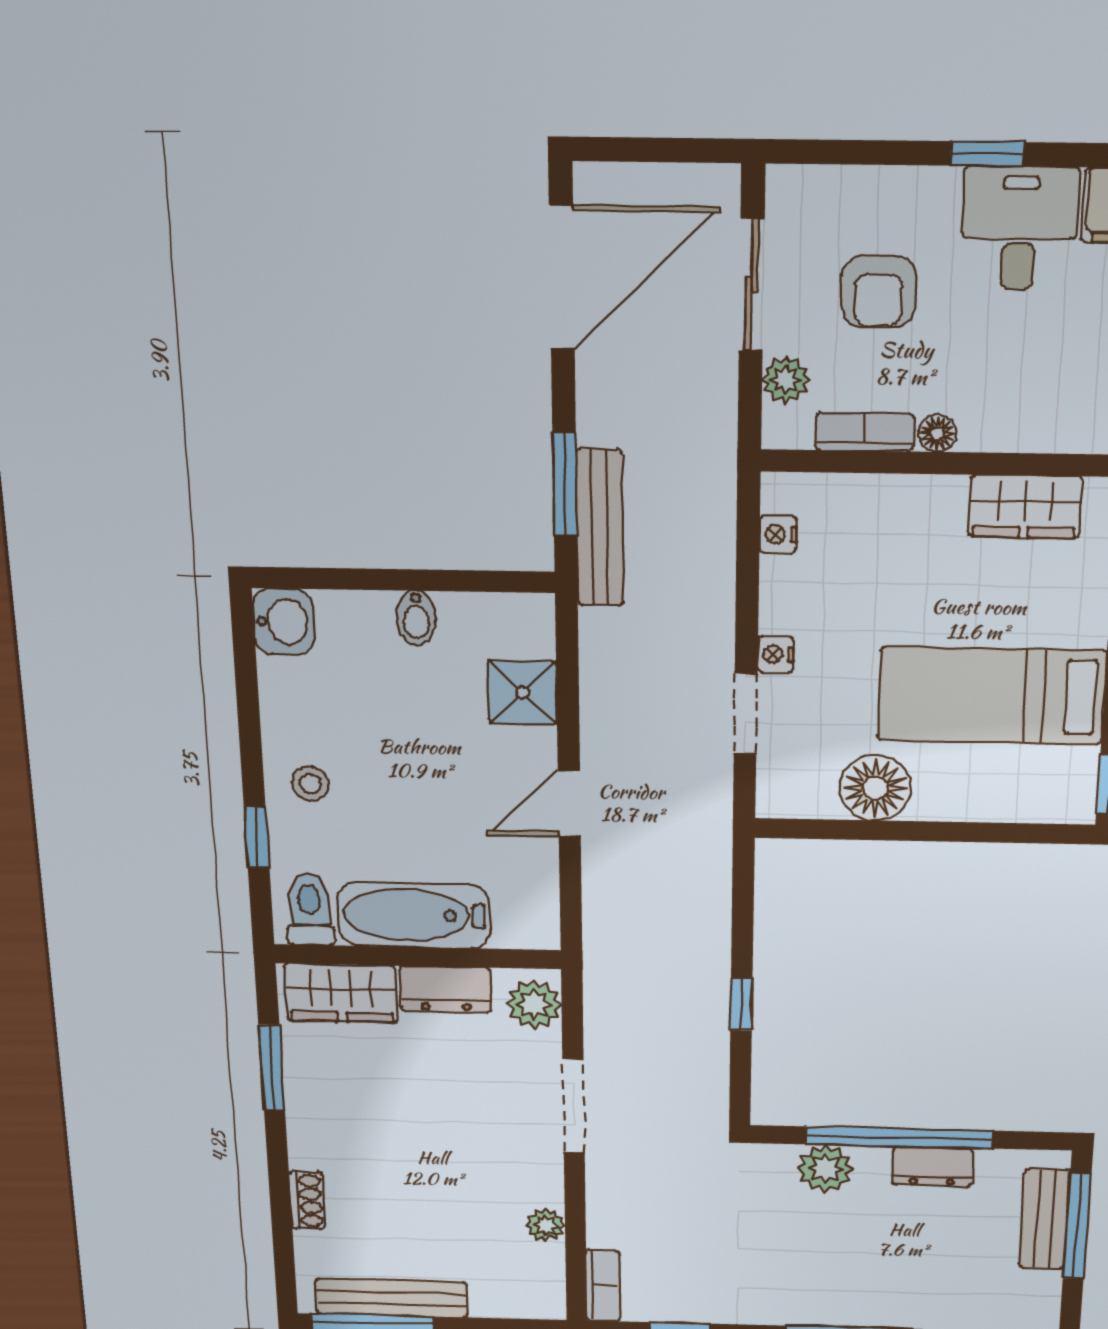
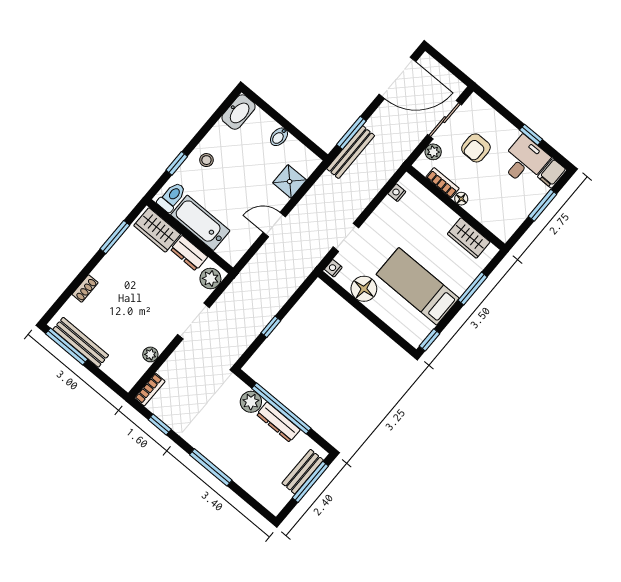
washbasin: (283, 622) -> (239, 112), width x1.38
nightstand: (776, 654) -> (333, 268), moved
dresser: (932, 1167) -> (278, 422), width x1.44

